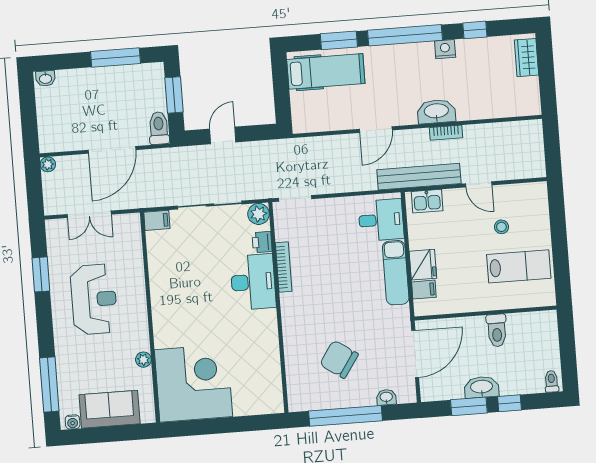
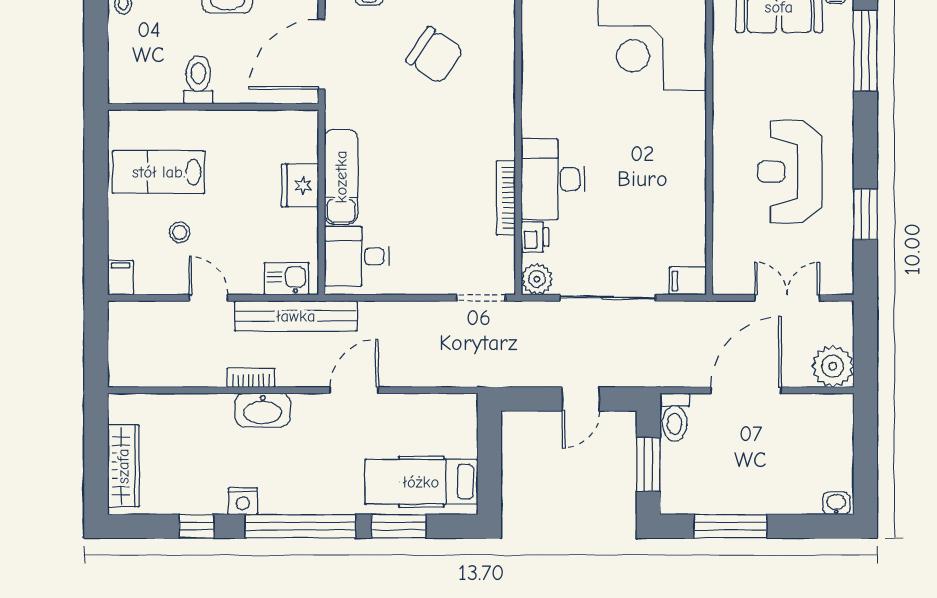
wardrobe: (526, 58) -> (123, 466), width x1.50
plant: (48, 164) -> (833, 366), width x1.88, depth x1.88
filing cabinet: (424, 290) -> (120, 278), moved, turned 90
plant: (143, 360) -> (724, 77), removed

